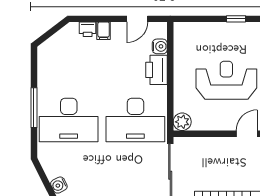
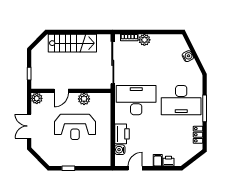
locker: (44, 69) -> (198, 135), added
desk: (69, 120) -> (181, 100), turned 180
plant: (182, 122) -> (84, 99), moved

